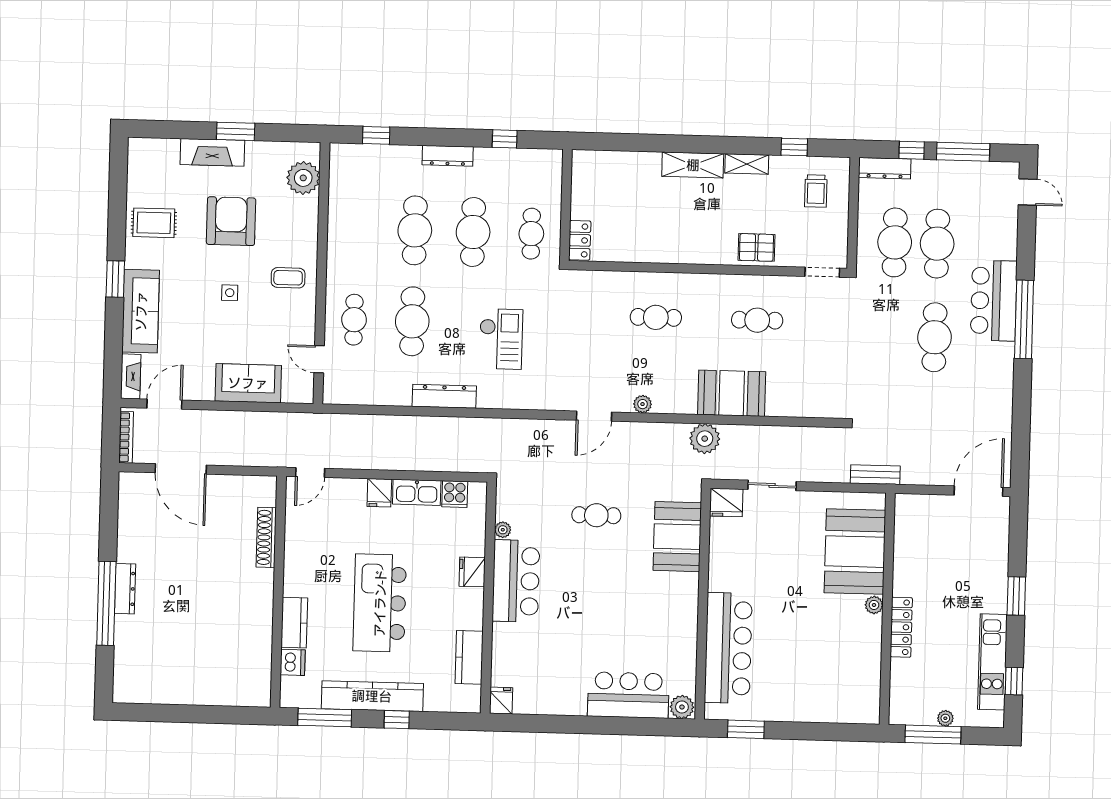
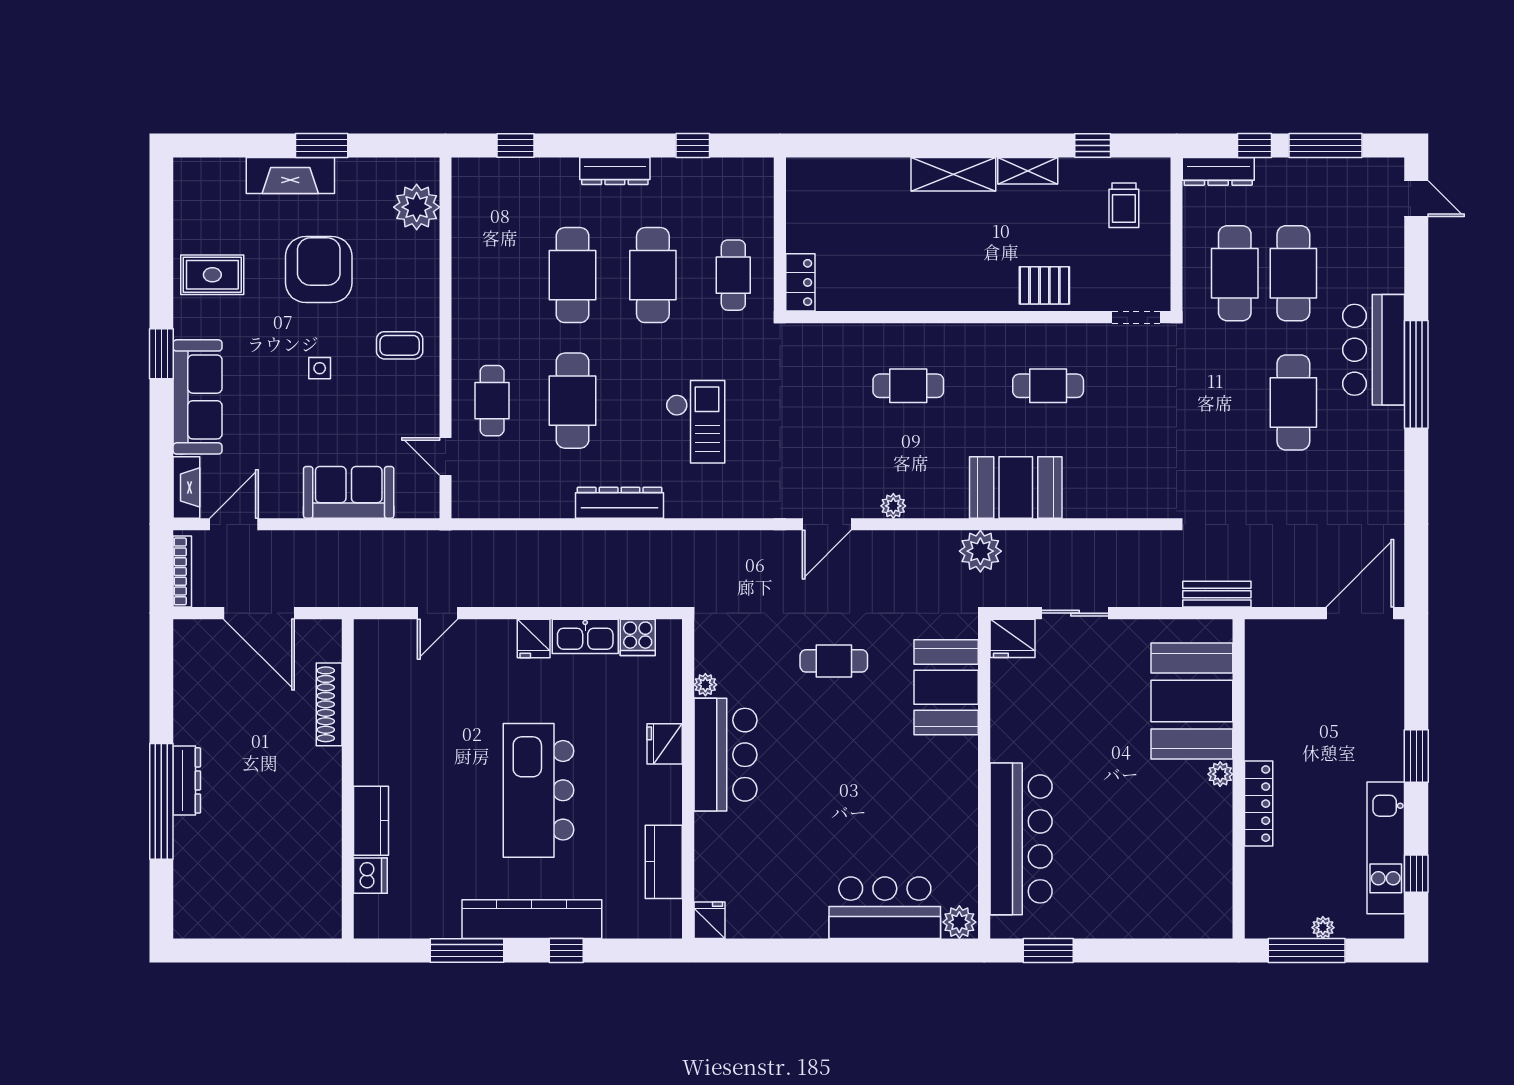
shoe rack: (266, 537) -> (329, 704), moved
wall: (278, 592) -> (348, 779), moved
kitchen counter: (294, 623) -> (371, 821), moved
dishwasher: (293, 662) -> (370, 876), moved

